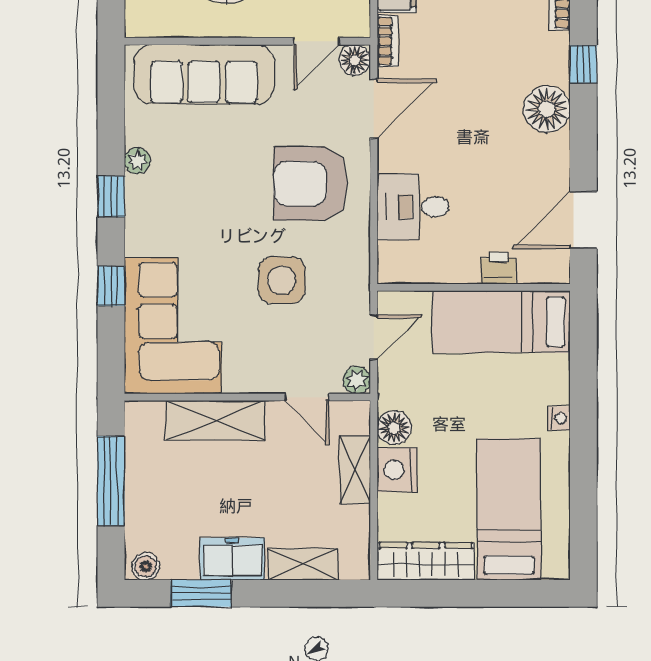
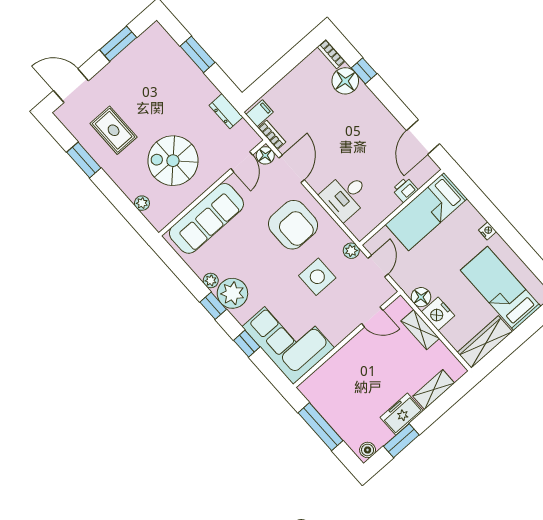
floor lamp: (547, 109) -> (345, 81), moved
armchair: (310, 184) -> (293, 225), turned -90
plant: (151, 203) -> (232, 293), added
plant: (357, 380) -> (351, 251), moved
shelving: (216, 420) -> (342, 361), removed

